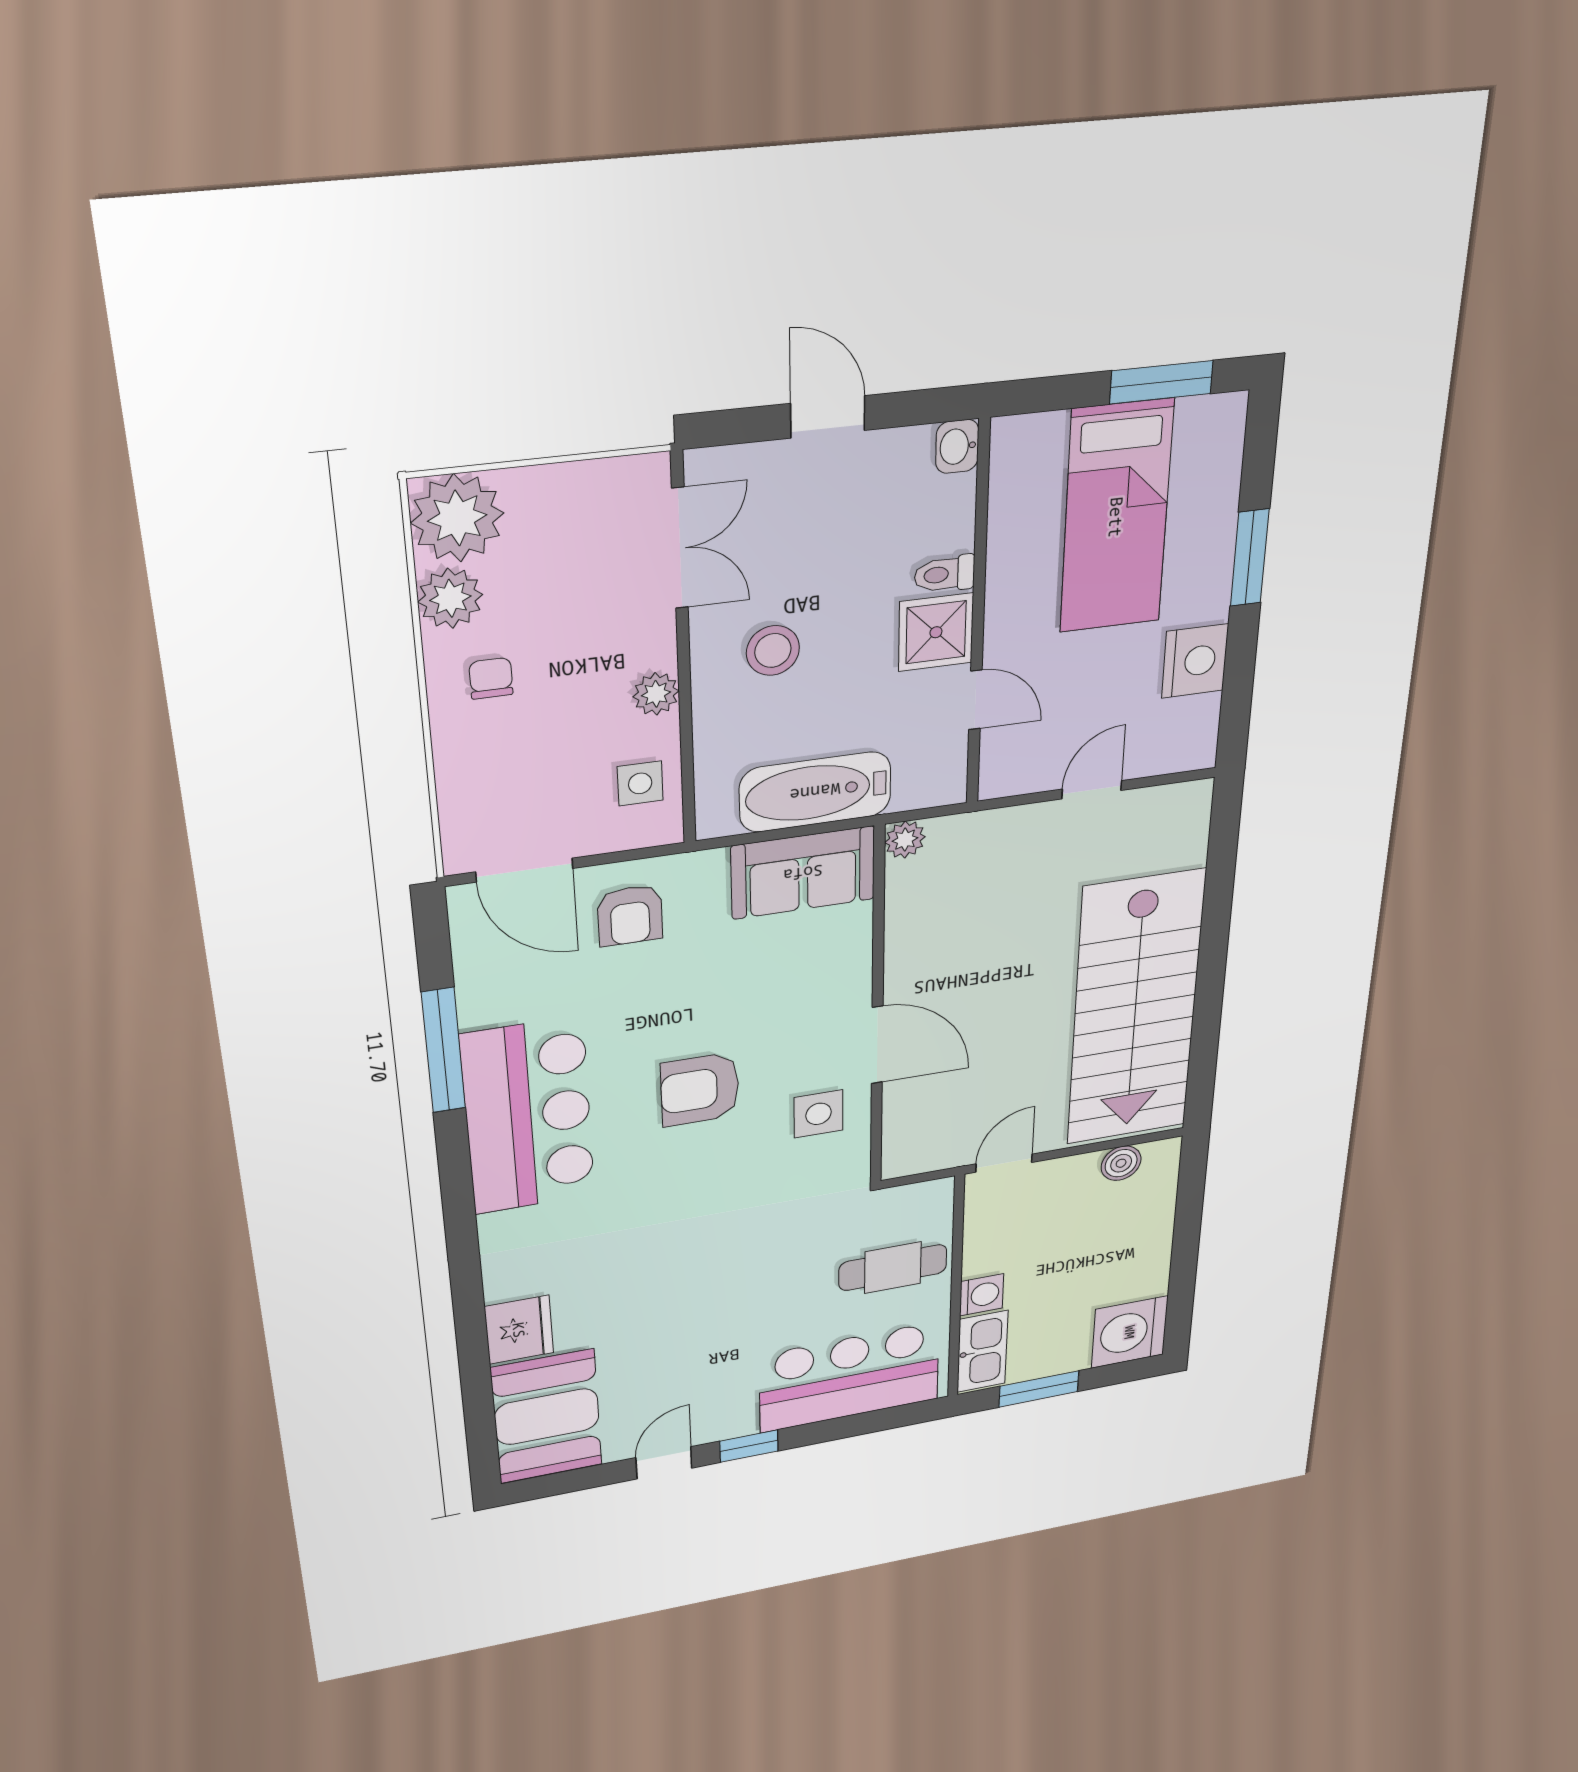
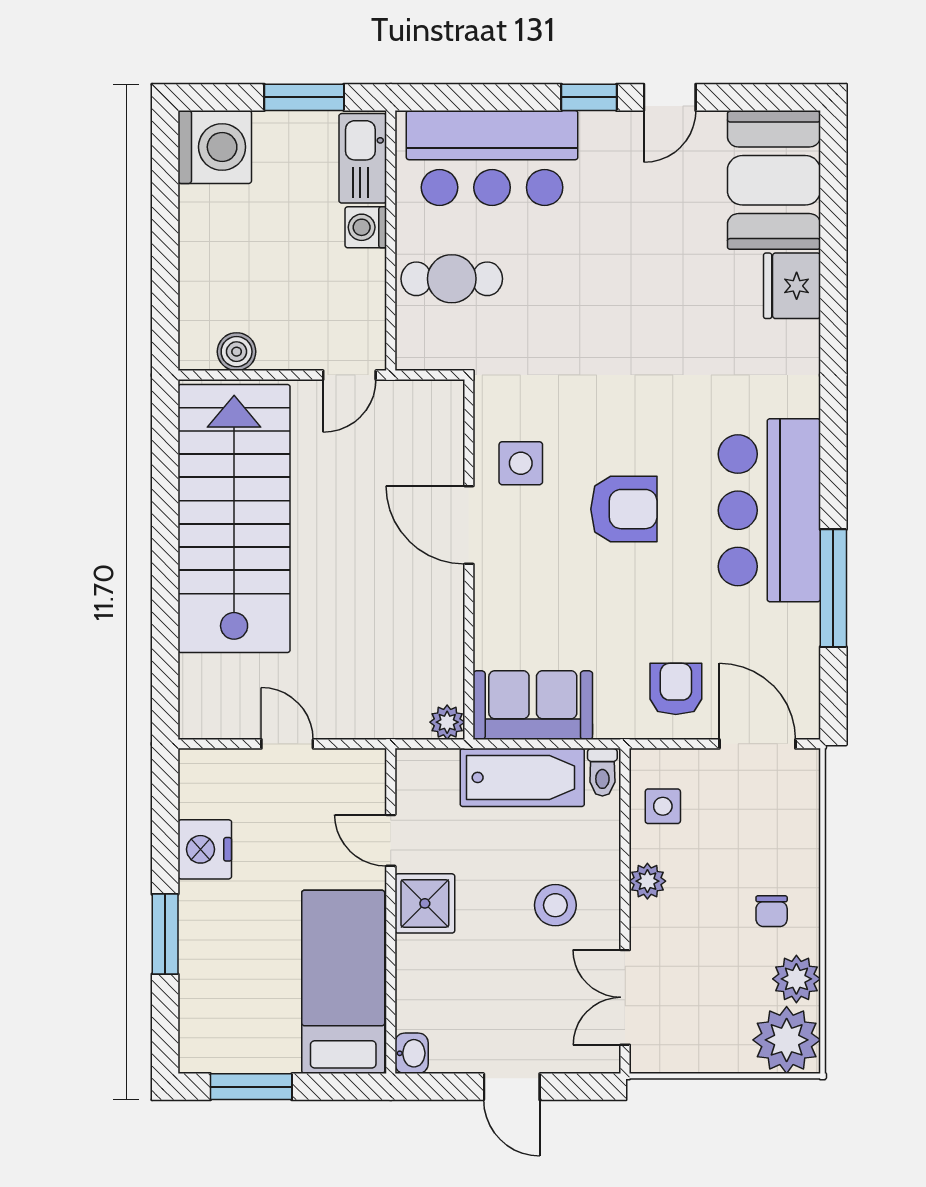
bed: (1116, 517) -> (343, 982), moved
toilet: (945, 574) -> (602, 772), moved, turned 90
door: (1092, 790) -> (287, 744), swing flipped

